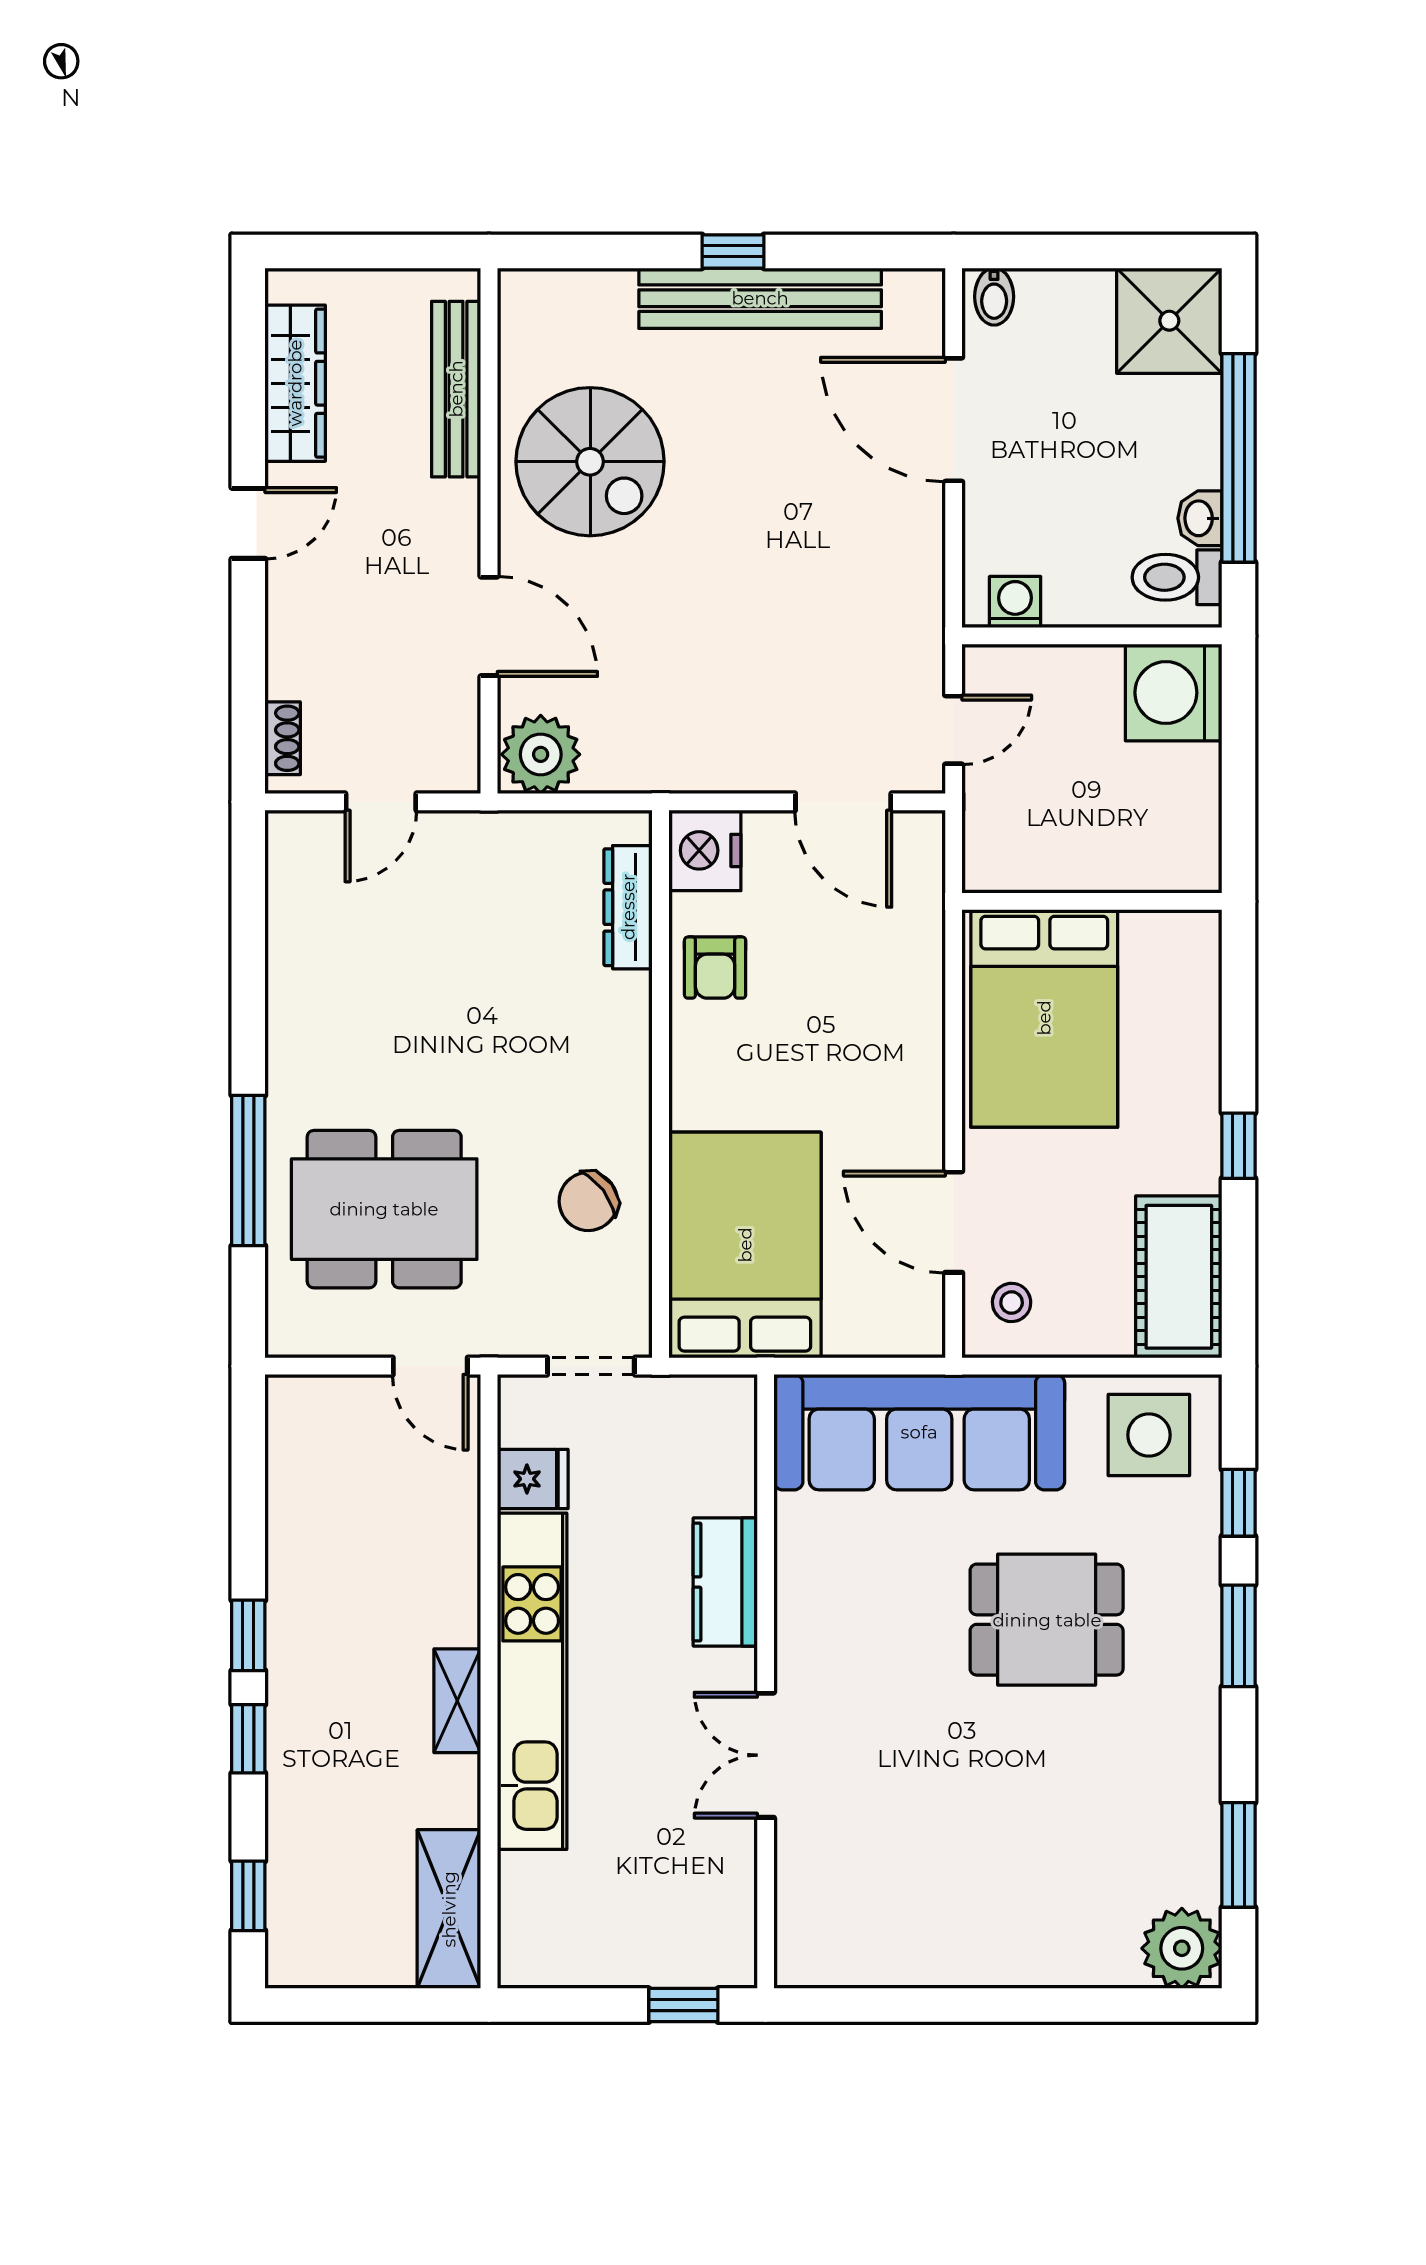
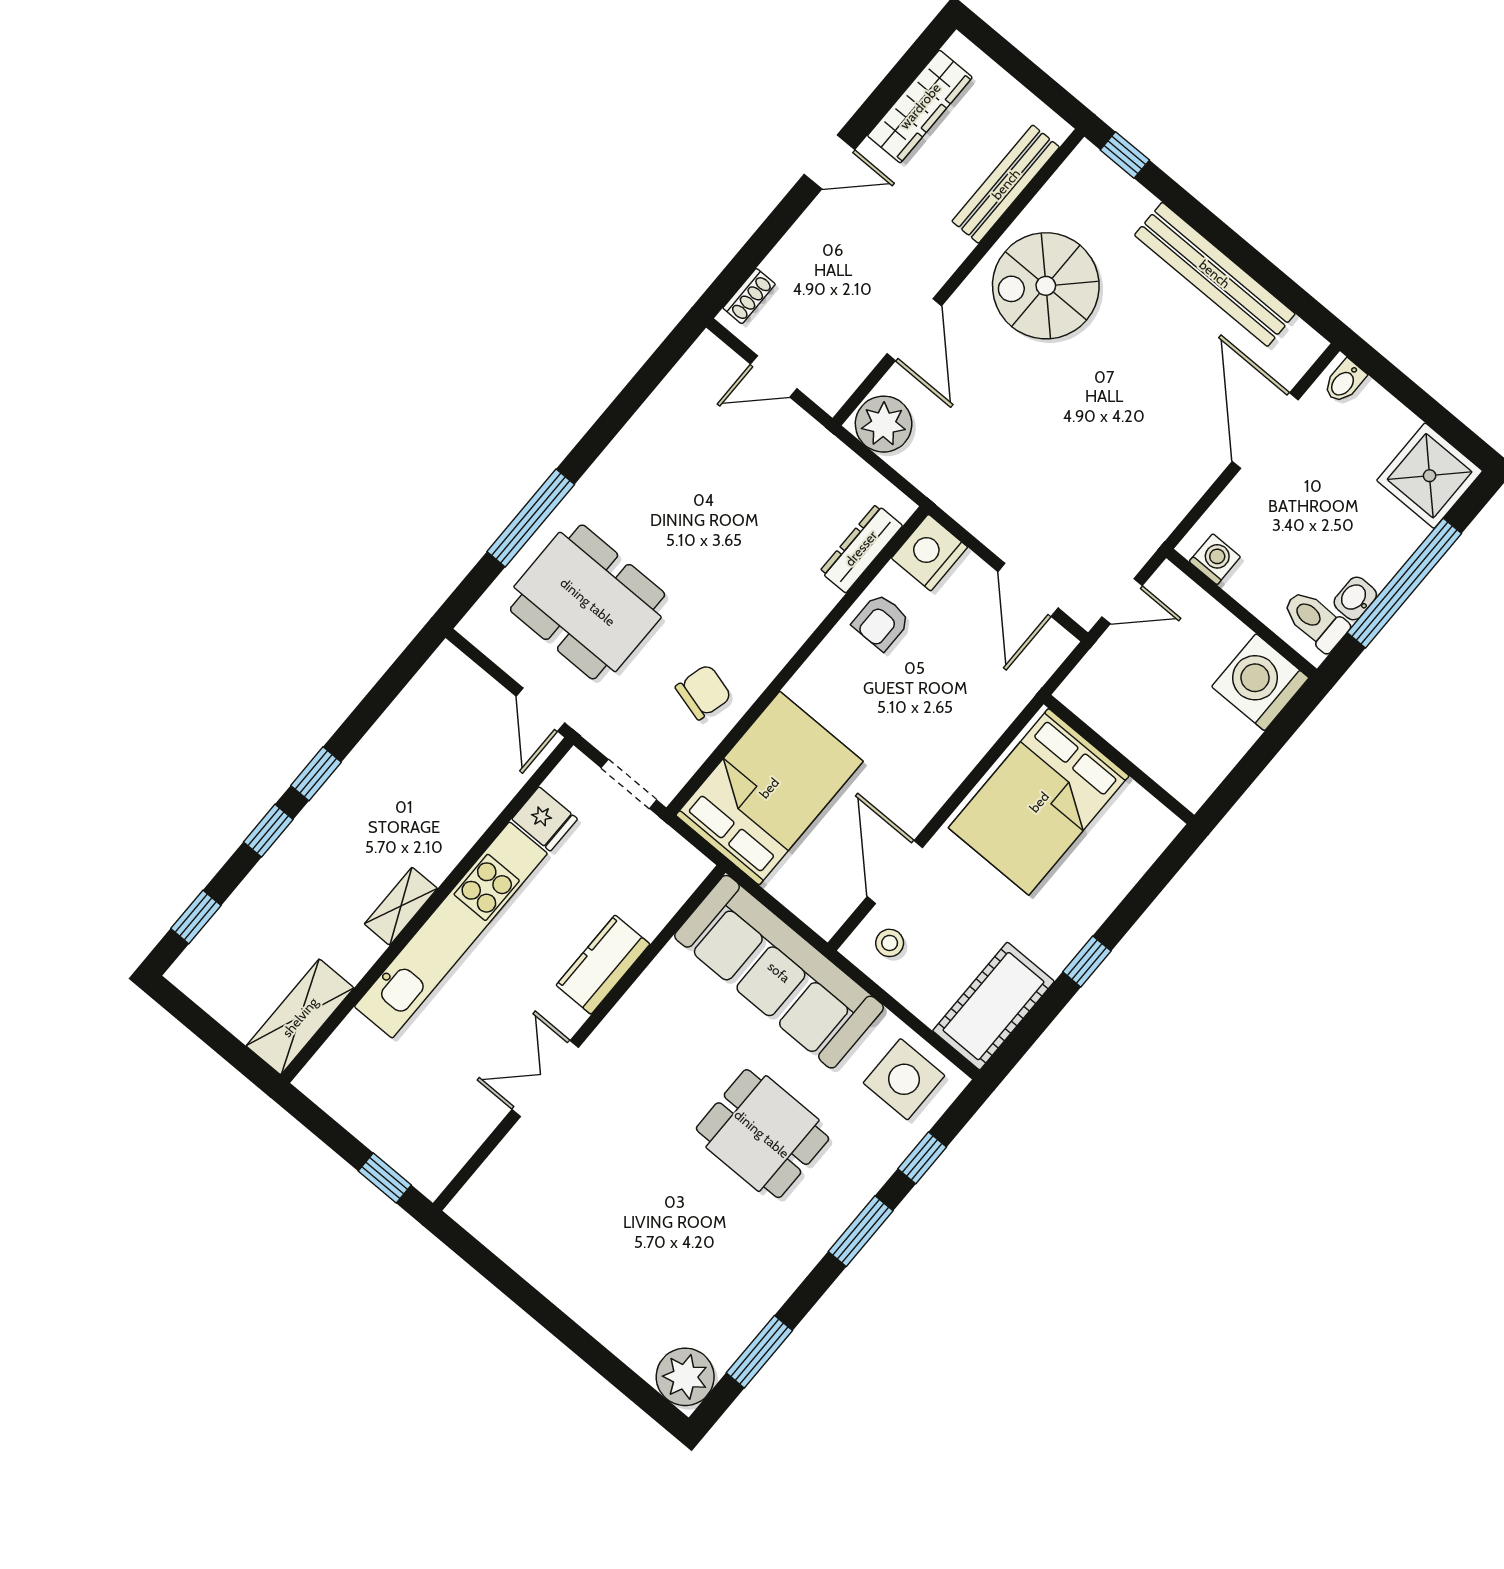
window: (733, 251) -> (1125, 155), moved
spiral stairs: (590, 462) -> (1046, 286), turned 90
chair: (588, 1201) -> (703, 692), turned 142

